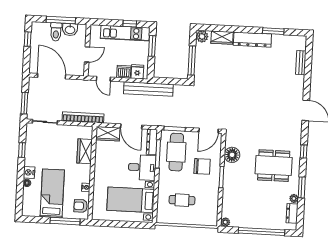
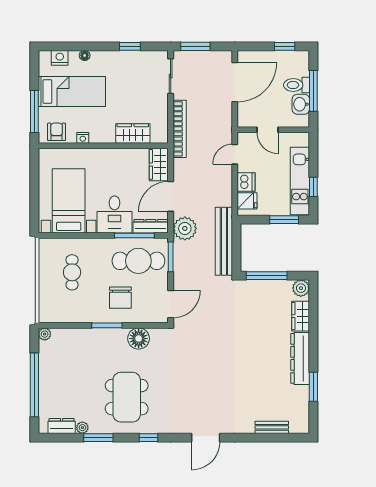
bench: (148, 89) -> (224, 241), moved
plant: (155, 117) -> (185, 228), added
door: (209, 131) -> (171, 304), swing flipped
nightstand: (29, 172) -> (60, 58), moved

